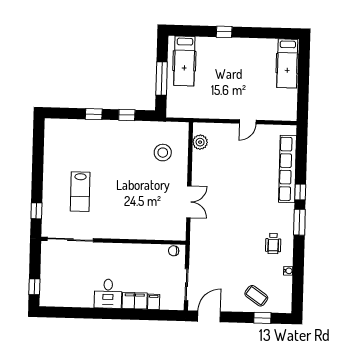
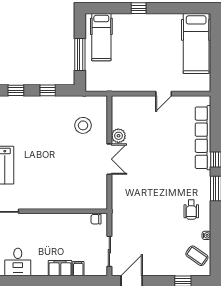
hospital bed: (287, 63) -> (196, 43), width x1.37, depth x1.29
plant: (200, 142) -> (118, 136), moved
double door: (189, 202) -> (109, 159), moved
desk: (108, 294) -> (18, 262), moved
coffee table: (256, 296) -> (197, 256), moved

